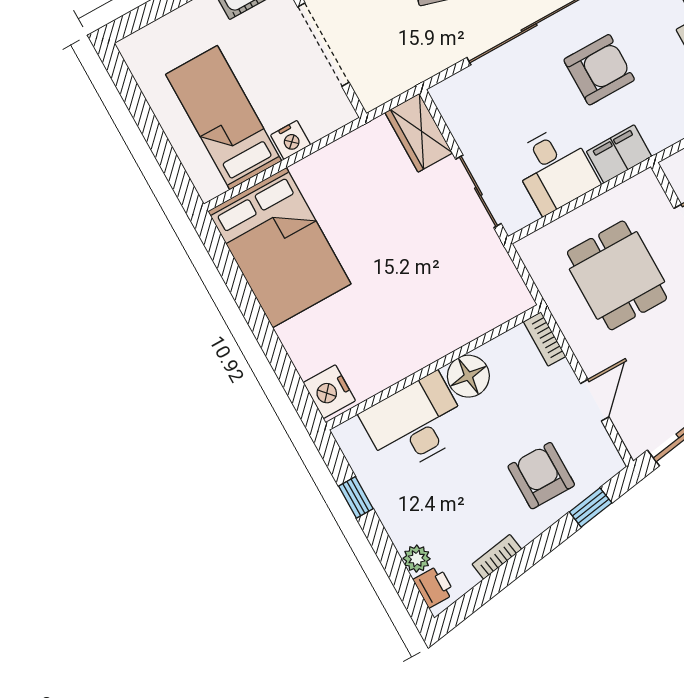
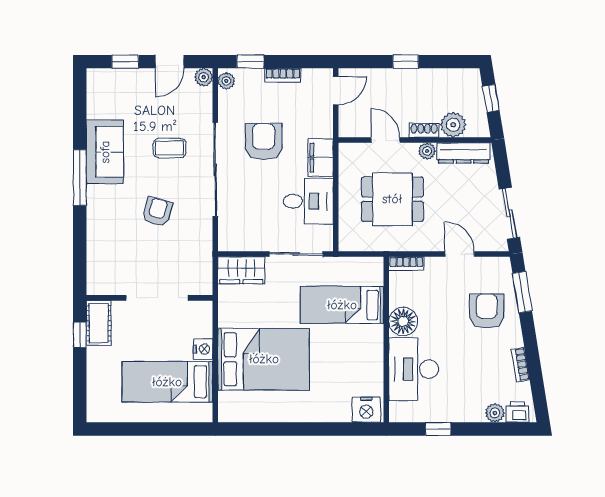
bed: (279, 248) -> (264, 359), moved
bed: (446, 286) -> (342, 305), added
armchair: (541, 476) -> (487, 311), turned 90
window: (591, 507) -> (522, 292), width x1.50

